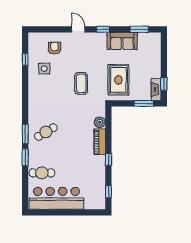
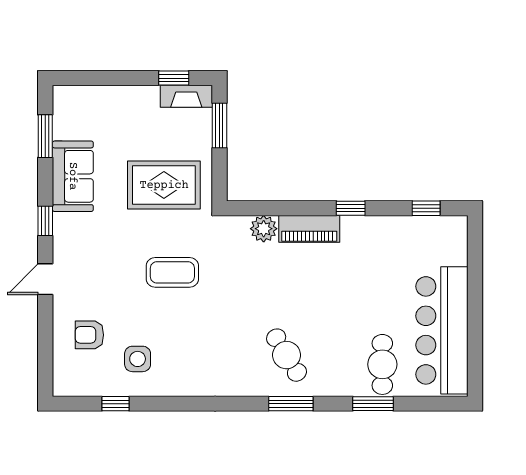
window: (25, 157) -> (373, 404), moved

